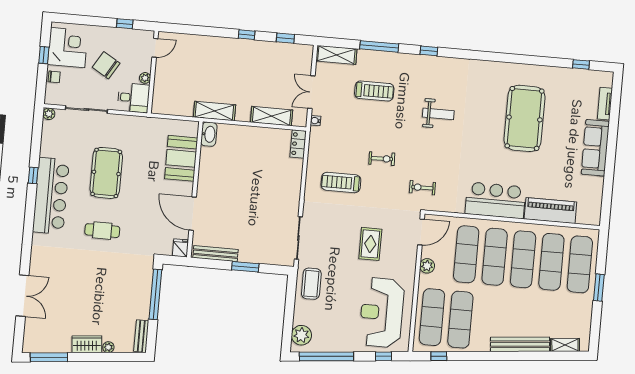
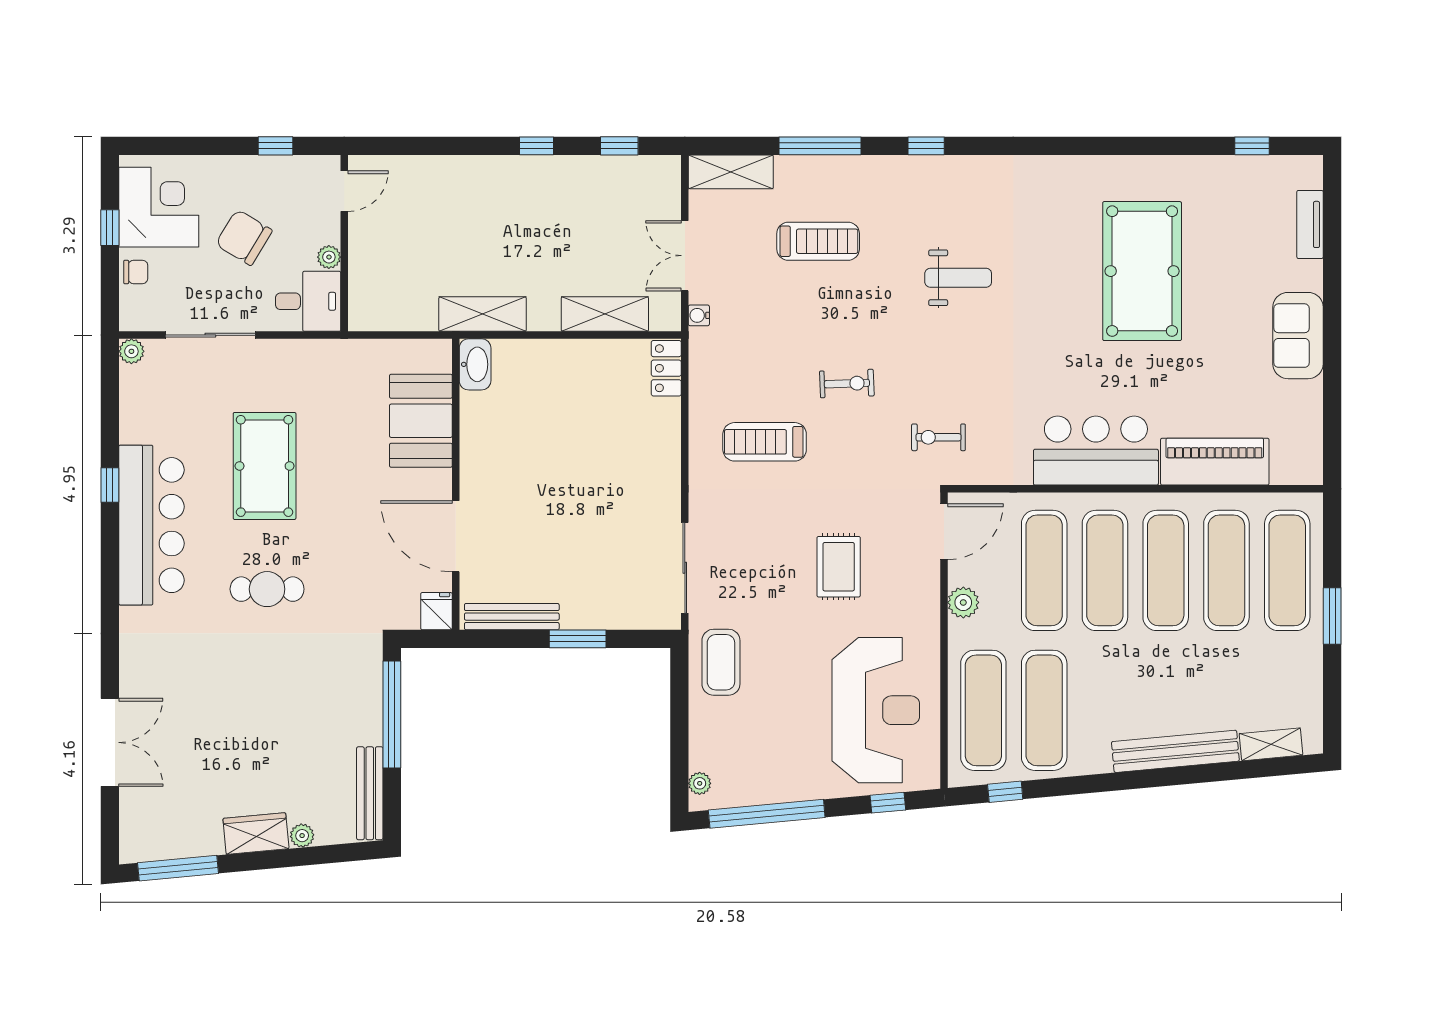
sofa: (595, 148) -> (1298, 336), width x0.73
reception desk: (382, 313) -> (876, 710), turned 180
plant: (301, 335) -> (700, 783), width x0.53, depth x0.53
bench: (141, 336) -> (370, 793), width x1.36

